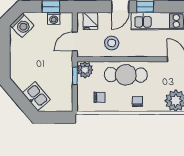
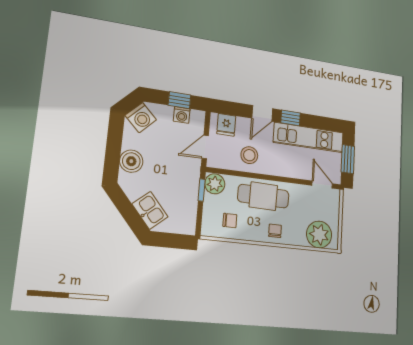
boiler: (18, 60) -> (131, 161), added

